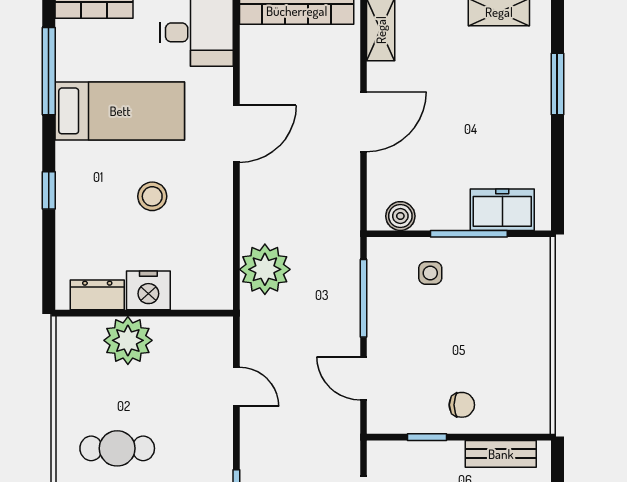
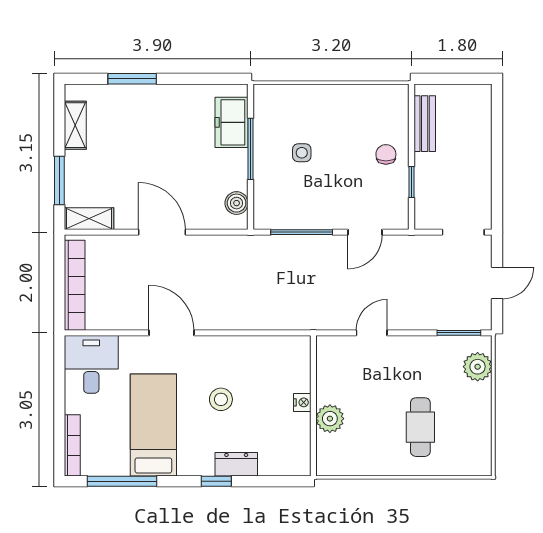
plant: (265, 269) -> (279, 310), removed
side table: (430, 273) -> (302, 153), moved
nightstand: (148, 290) -> (302, 402), width x0.53, depth x0.56
dresser: (97, 295) -> (236, 464), moved, turned 90
plant: (128, 340) -> (330, 419), width x0.73, depth x0.73

